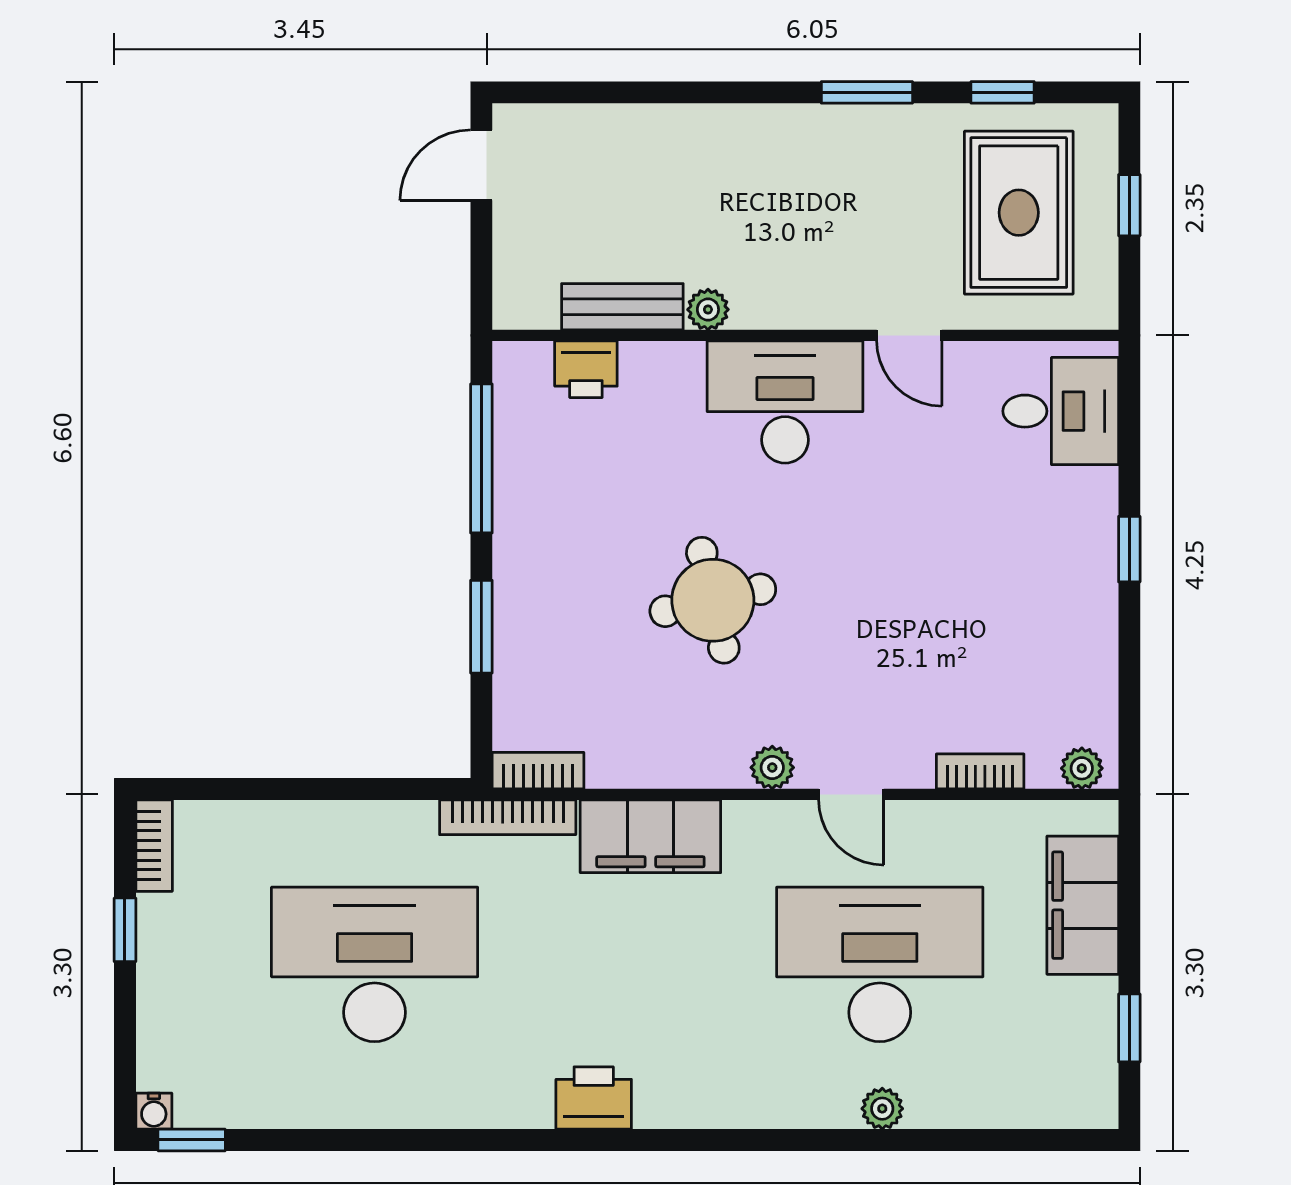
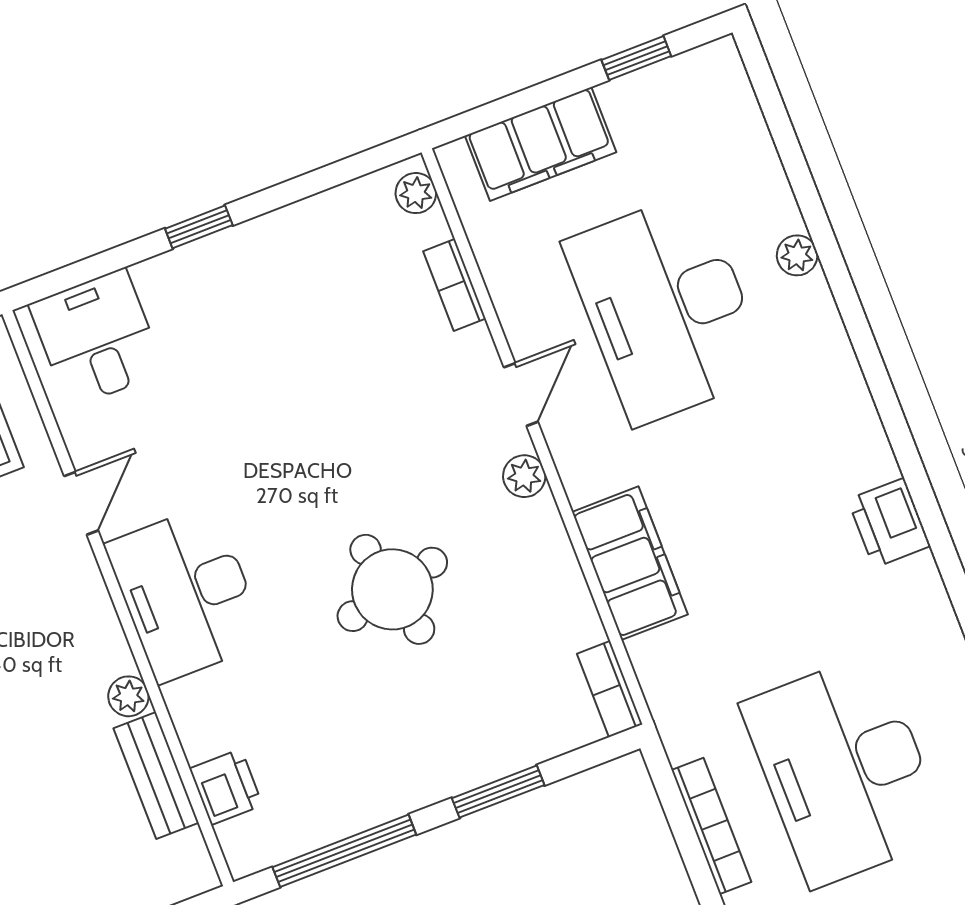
bookcase: (508, 817) -> (711, 826), moved

